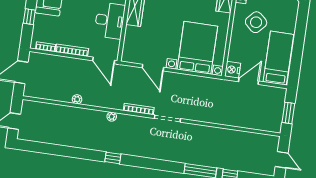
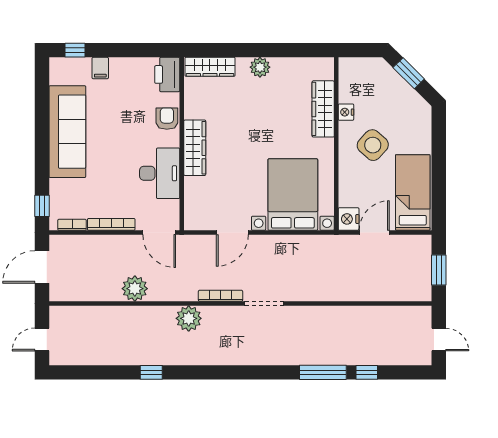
window: (29, 17) -> (42, 206), moved
door: (153, 68) -> (232, 233), hinge flipped
plant: (77, 99) -> (135, 289), width x1.88, depth x1.88
plant: (112, 117) -> (189, 318), width x1.88, depth x1.88
window: (113, 158) -> (151, 372), moved

